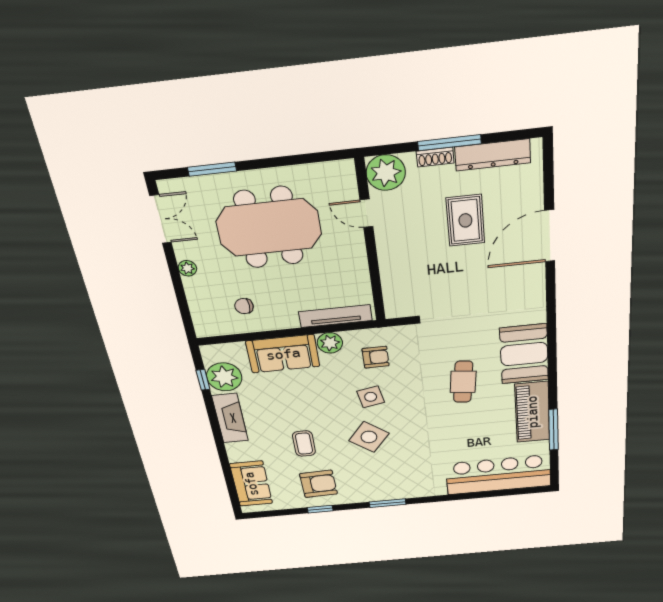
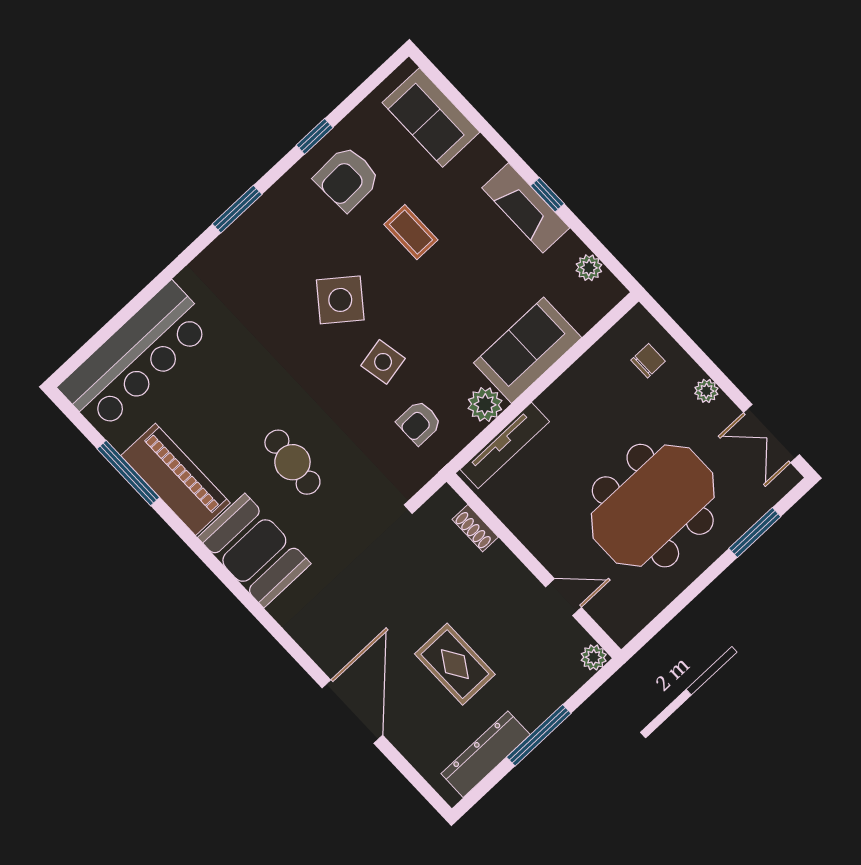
shoe rack: (435, 157) -> (475, 528), moved, turned -90
plant: (386, 173) -> (594, 657), width x0.53, depth x0.53
chair: (244, 306) -> (648, 361), moved
plant: (224, 377) -> (589, 268), width x0.53, depth x0.53
window: (203, 380) -> (547, 195), moved

